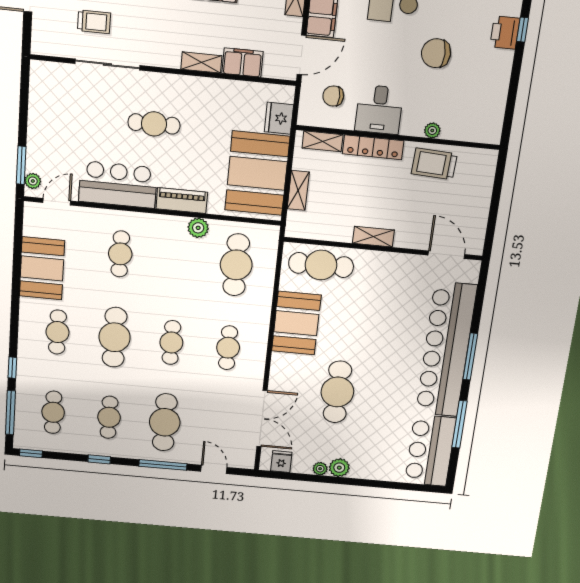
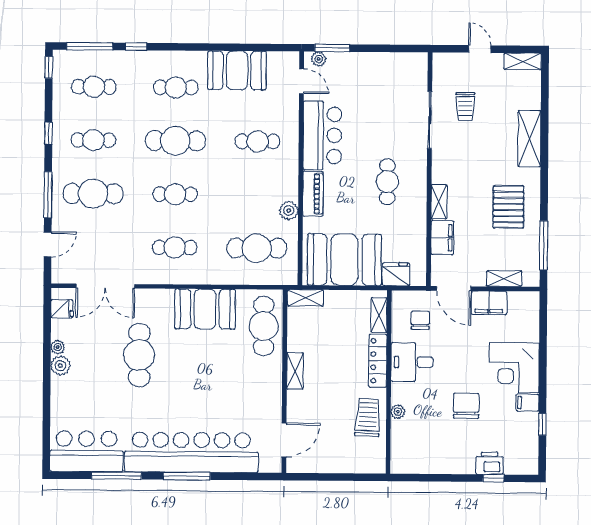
cafe table: (154, 124) -> (387, 182), moved
shelving: (298, 190) -> (305, 298), moved
cafe table: (337, 392) -> (139, 355), turned 90

